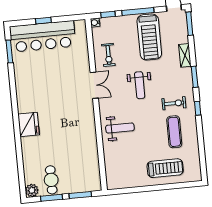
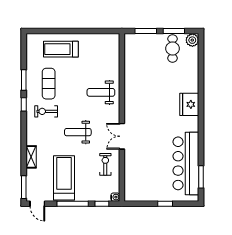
bar counter: (43, 36) -> (186, 163), moved, turned -90
window: (195, 77) -> (24, 80), moved
weight bench: (140, 85) -> (78, 132), turned -90

